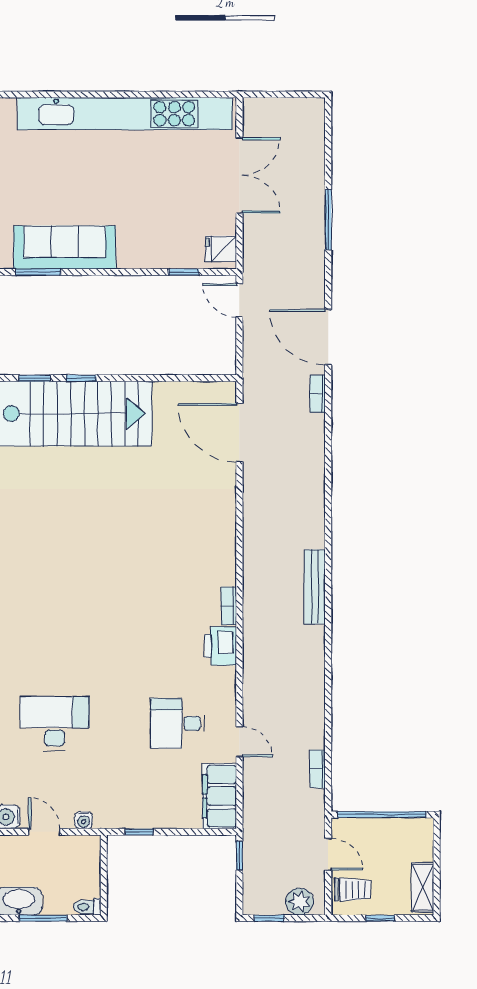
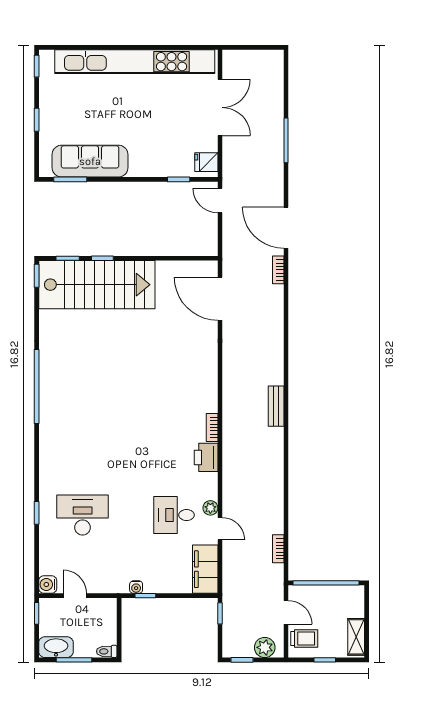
bench: (315, 587) -> (276, 406), width x0.73
plant: (227, 714) -> (210, 508), added
water cooler: (83, 820) -> (136, 587), moved

